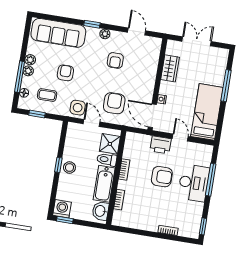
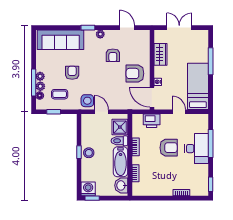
plant: (30, 60) -> (40, 86), moved
armchair: (114, 103) -> (135, 73), moved, turned -90
printer: (161, 145) -> (152, 121), moved

